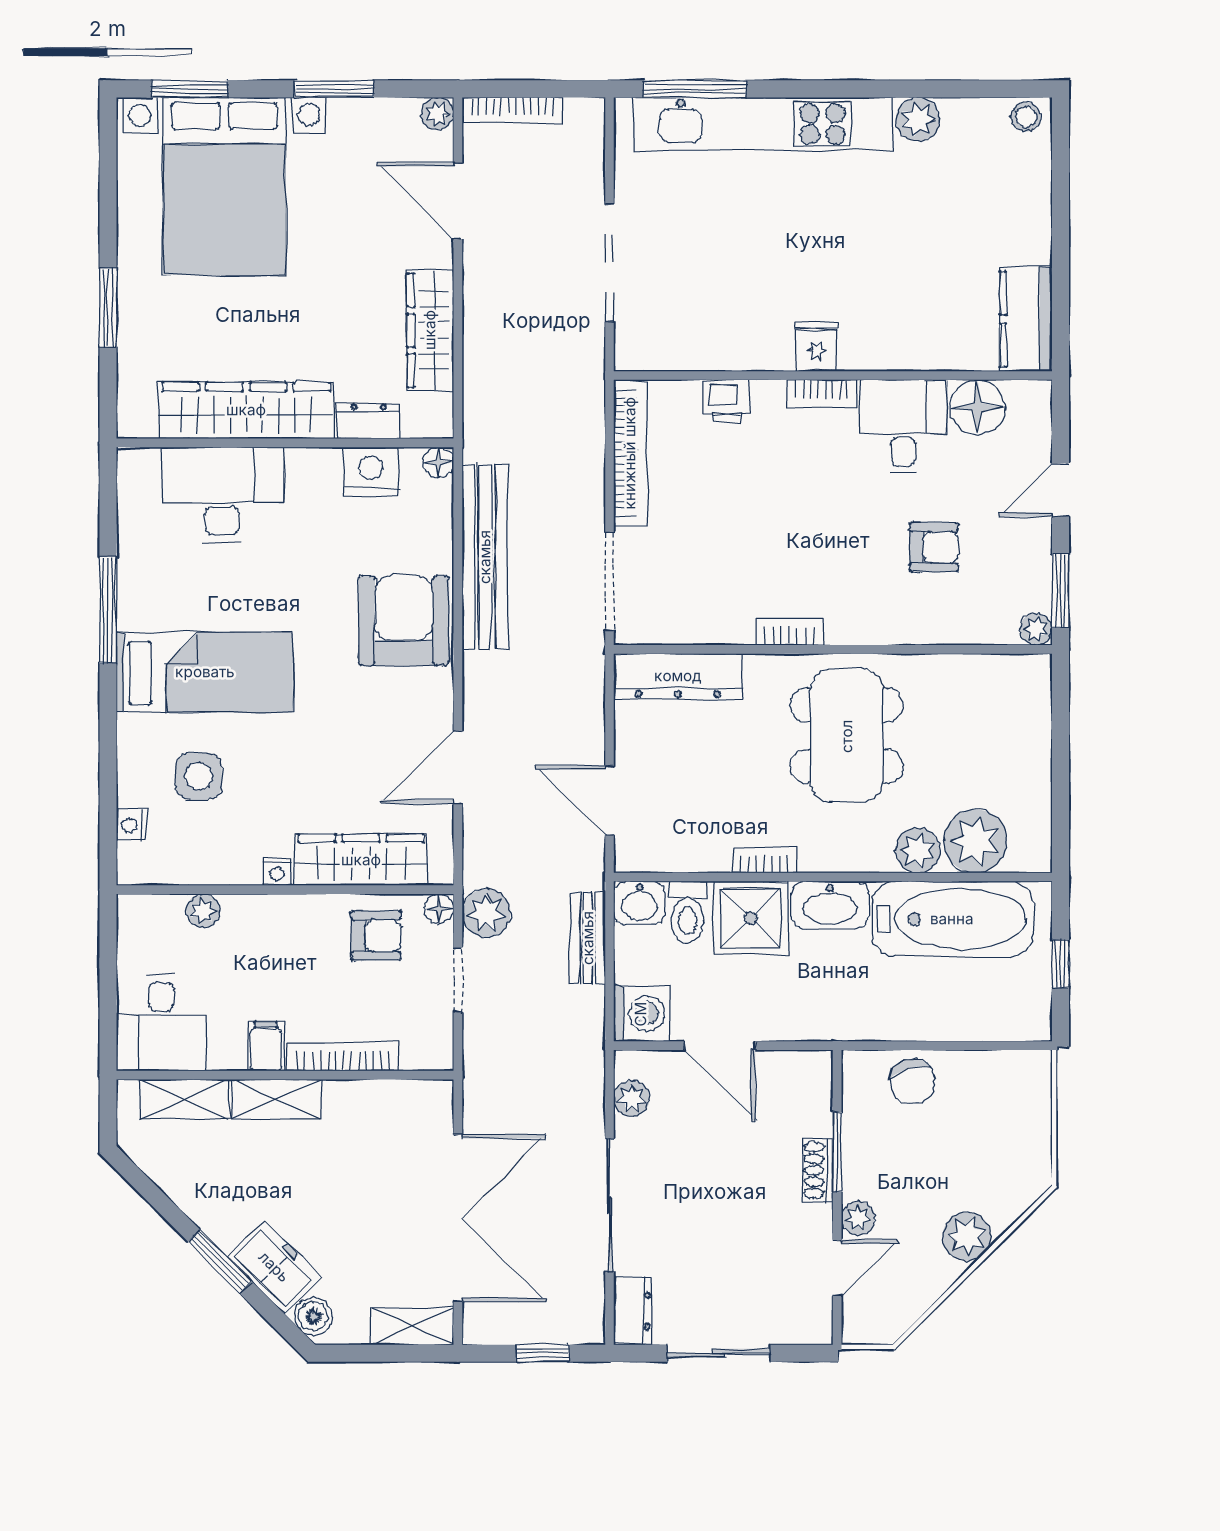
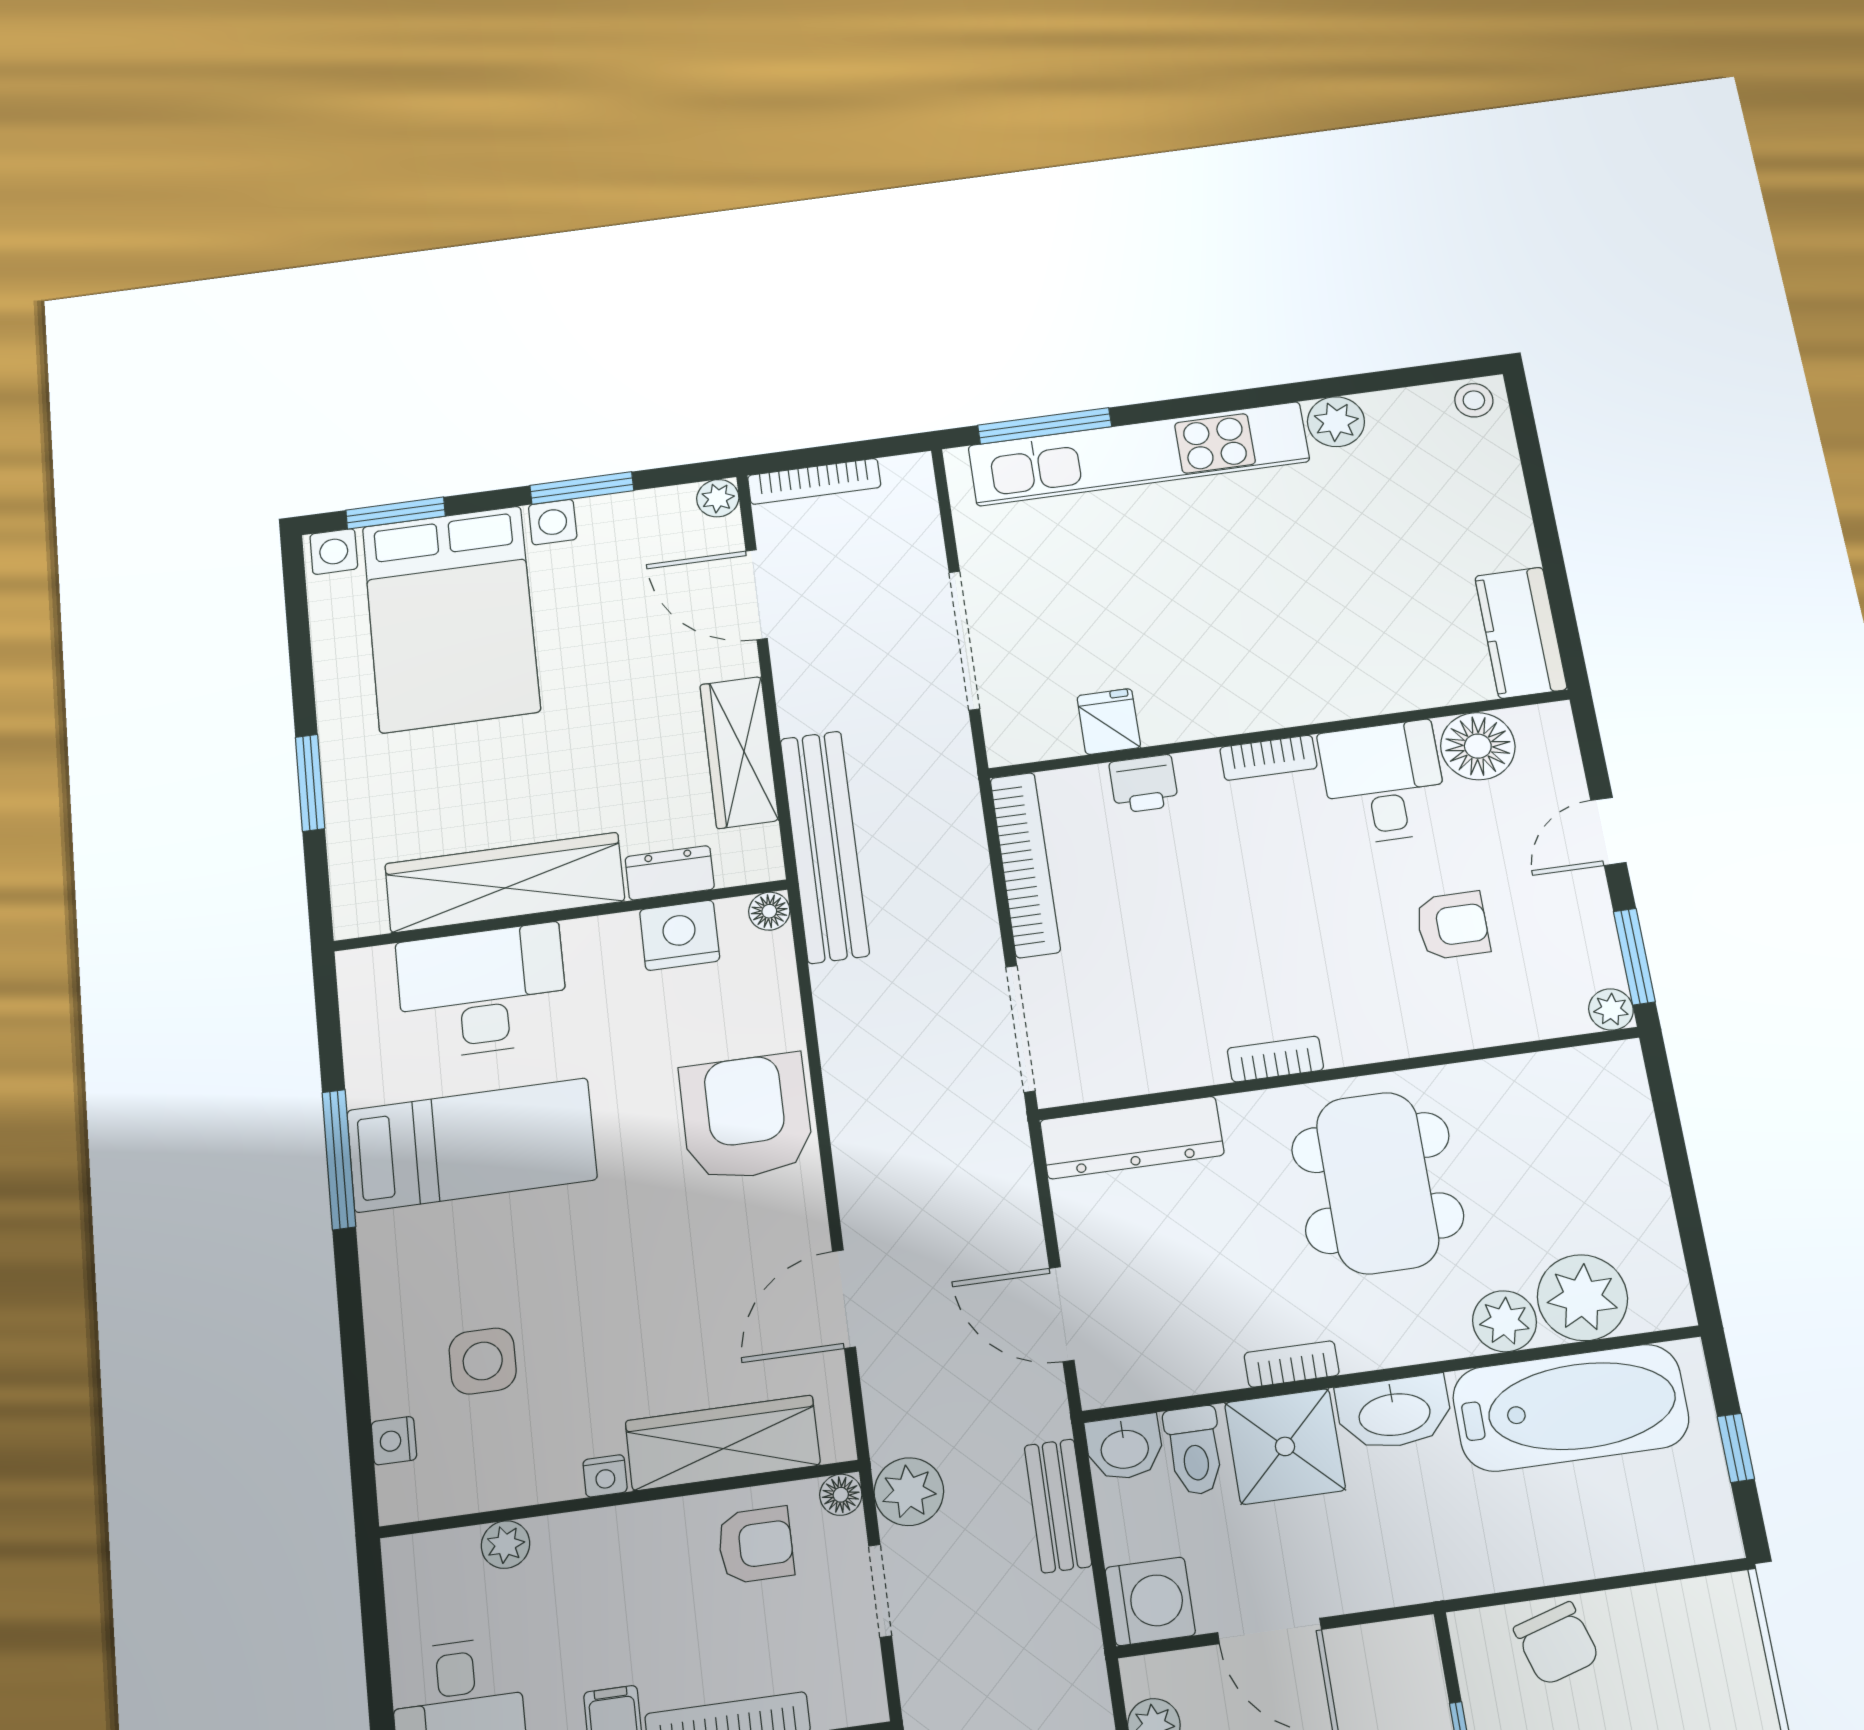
fridge: (816, 346) -> (1109, 722), moved
bench: (485, 557) -> (825, 846), moved
bed: (205, 672) -> (472, 1145), moved

